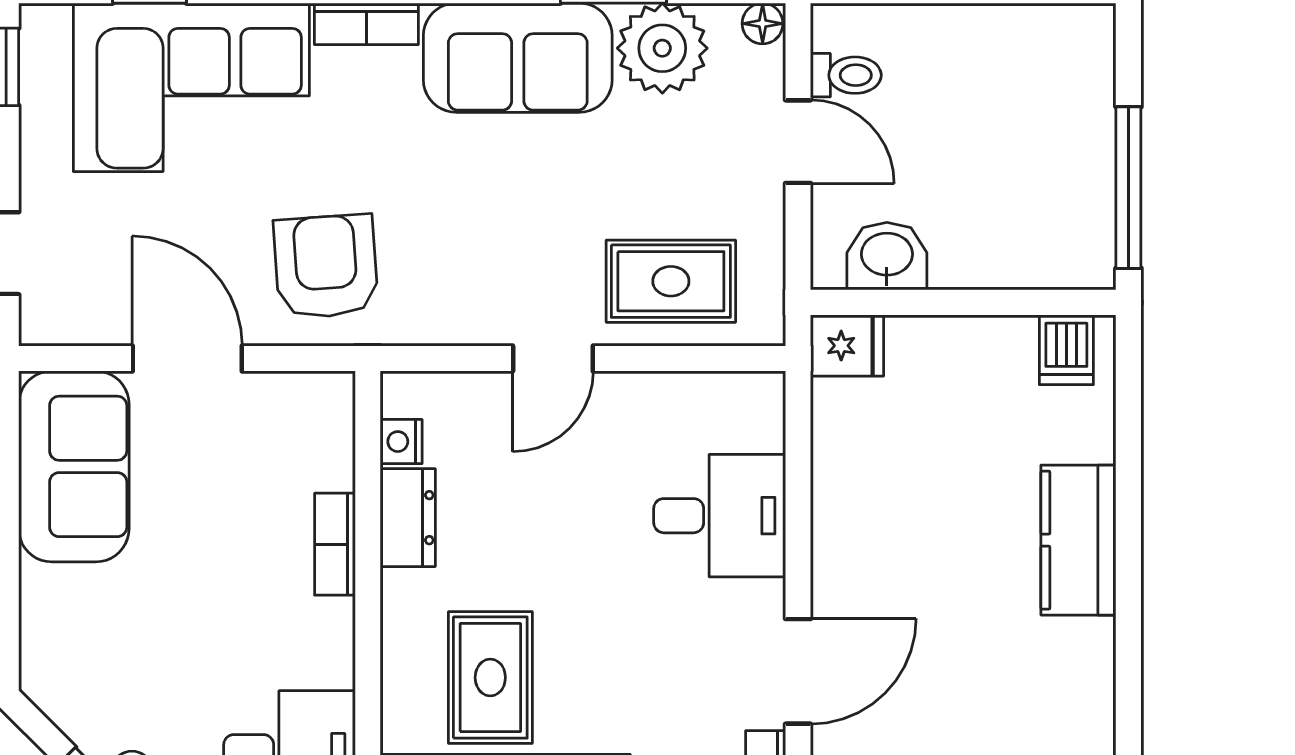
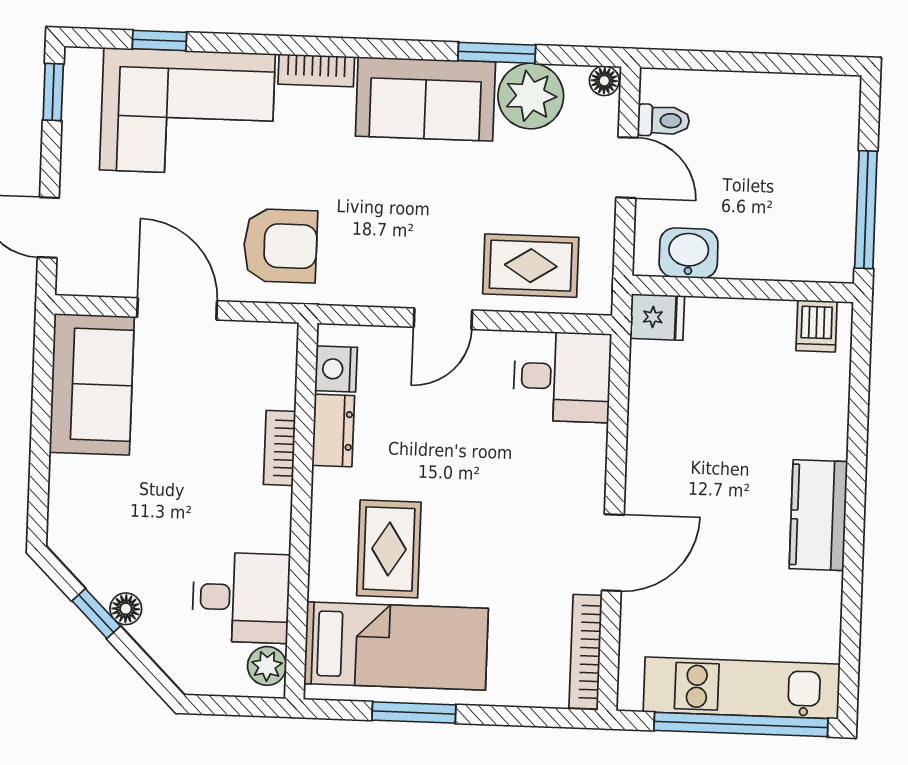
armchair: (326, 267) -> (280, 246), turned 94
nightstand: (401, 442) -> (336, 369), width x1.39, depth x1.35
desk: (720, 516) -> (562, 377), moved
kitchen counter: (1078, 540) -> (818, 515), moved

